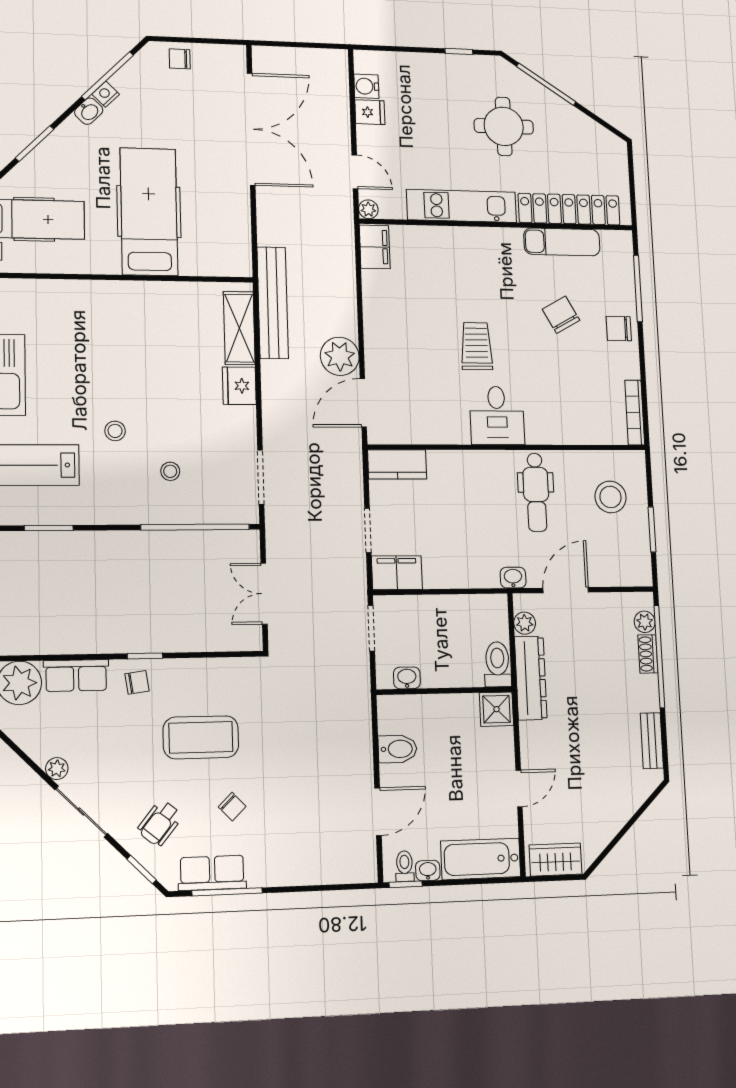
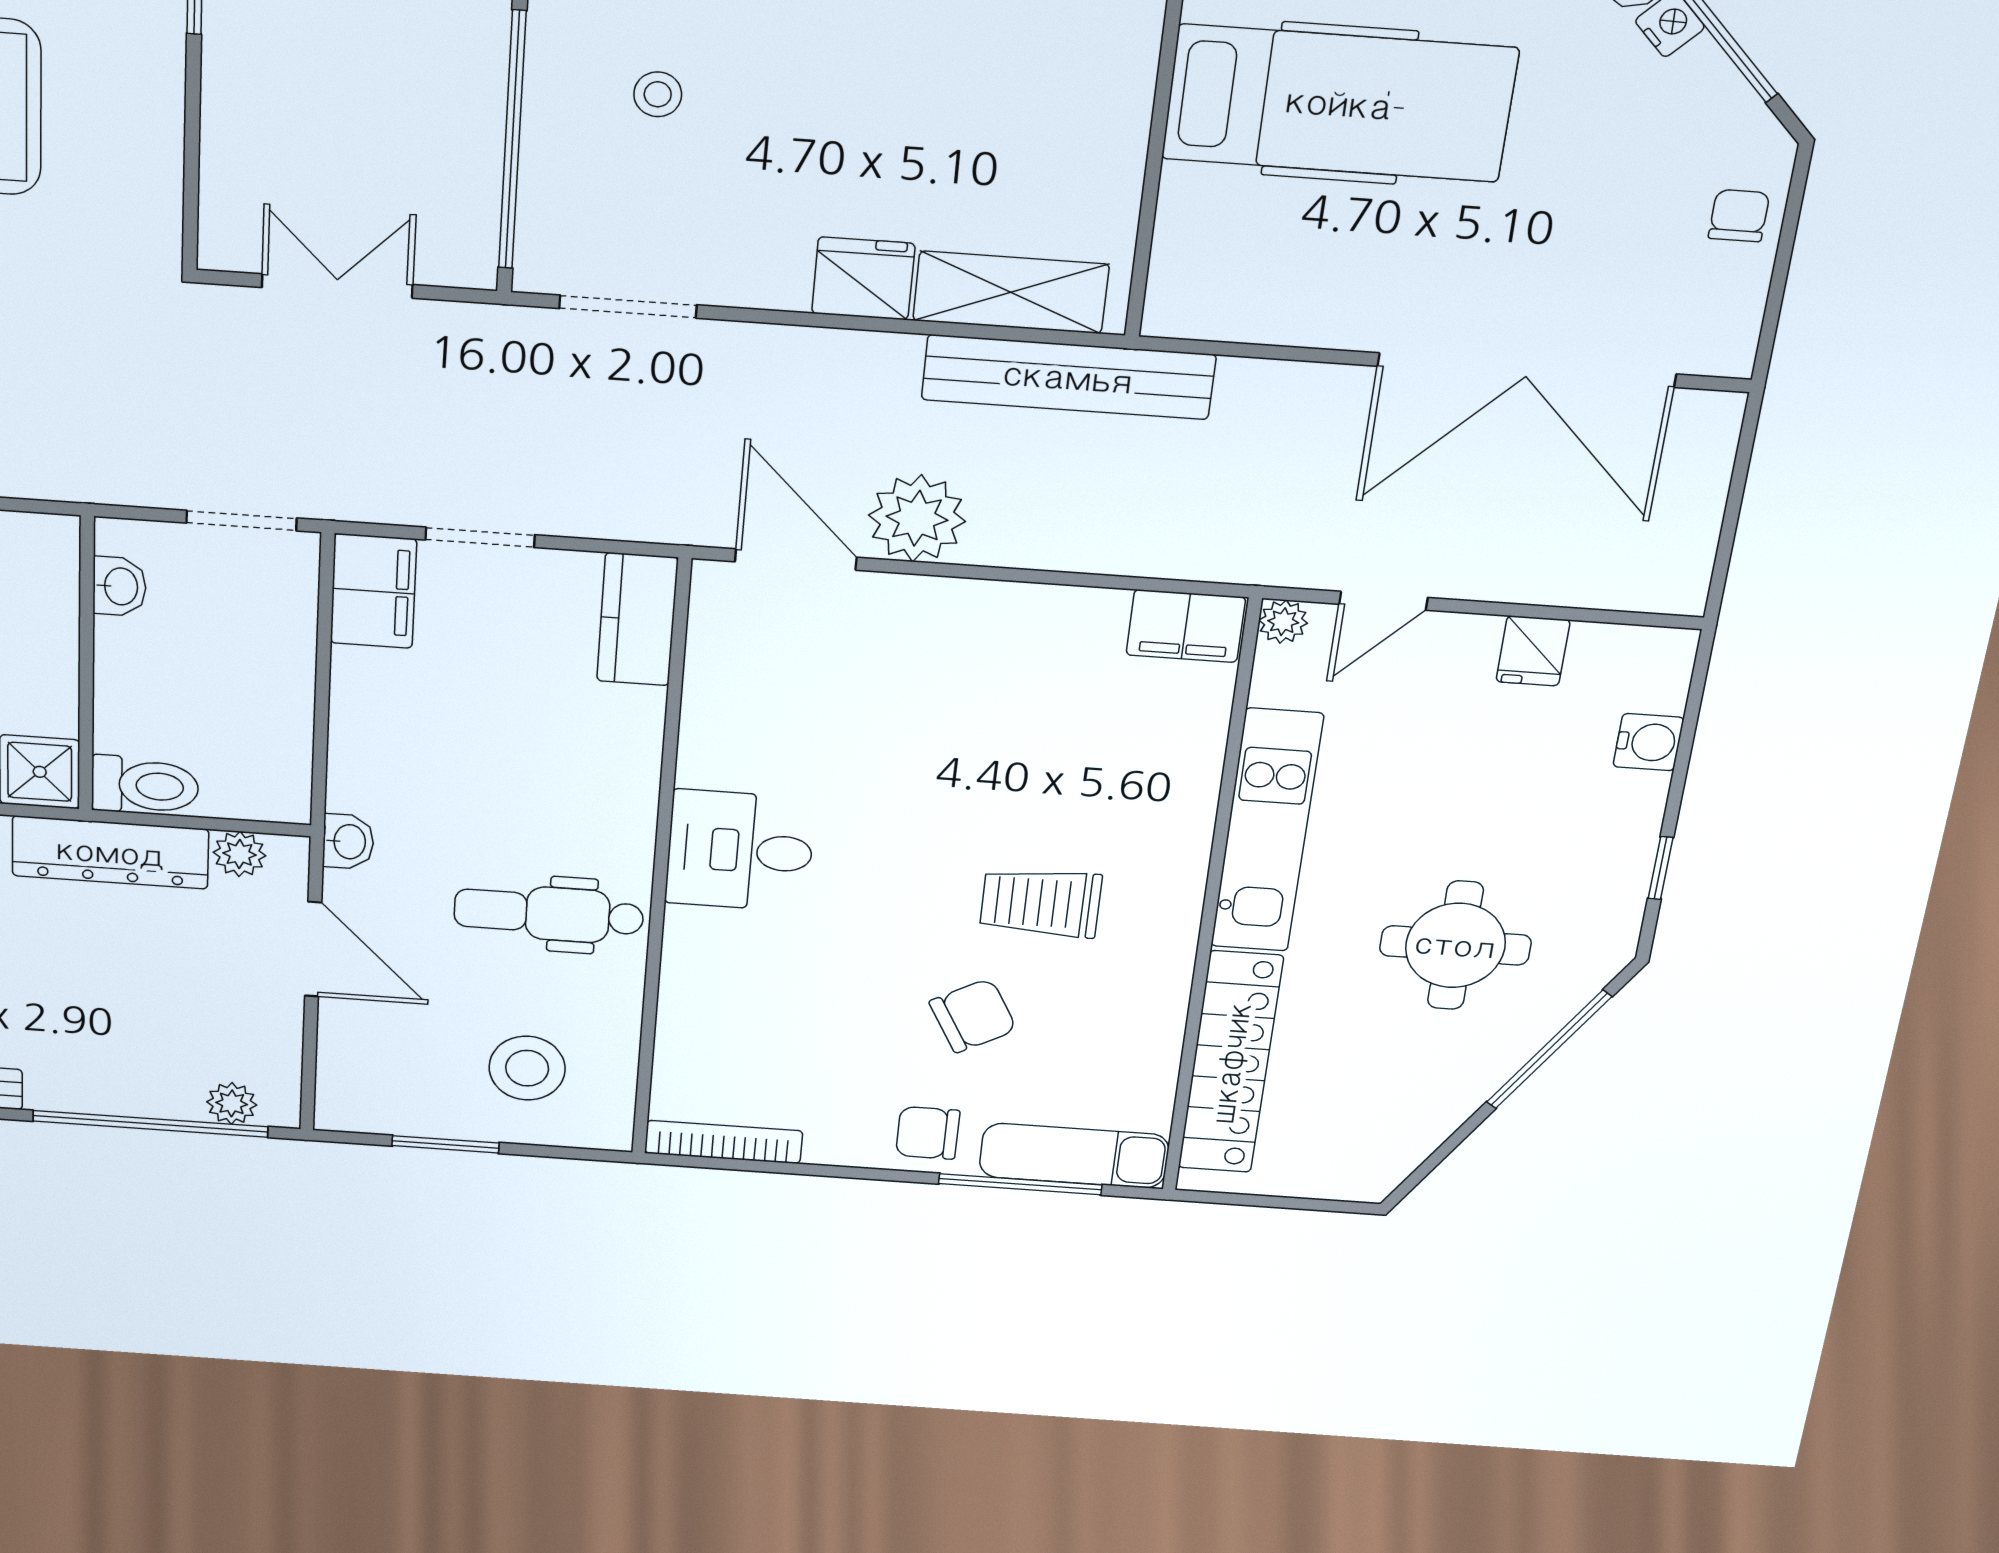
water cooler: (366, 86) -> (1648, 742), moved, turned 90
exam couch: (562, 242) -> (1074, 1156), moved, turned 90
chair: (619, 329) -> (928, 1133), turned -90
trolley: (476, 346) -> (1041, 903), moved, turned 180
shoe rack: (648, 654) -> (157, 1101), removed

